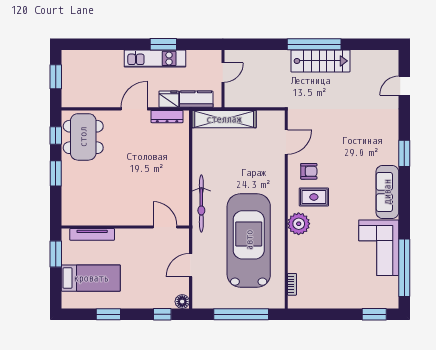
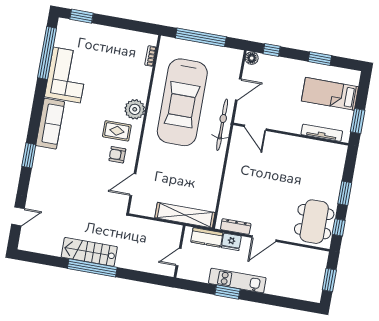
bicycle: (201, 203) -> (222, 125), moved

